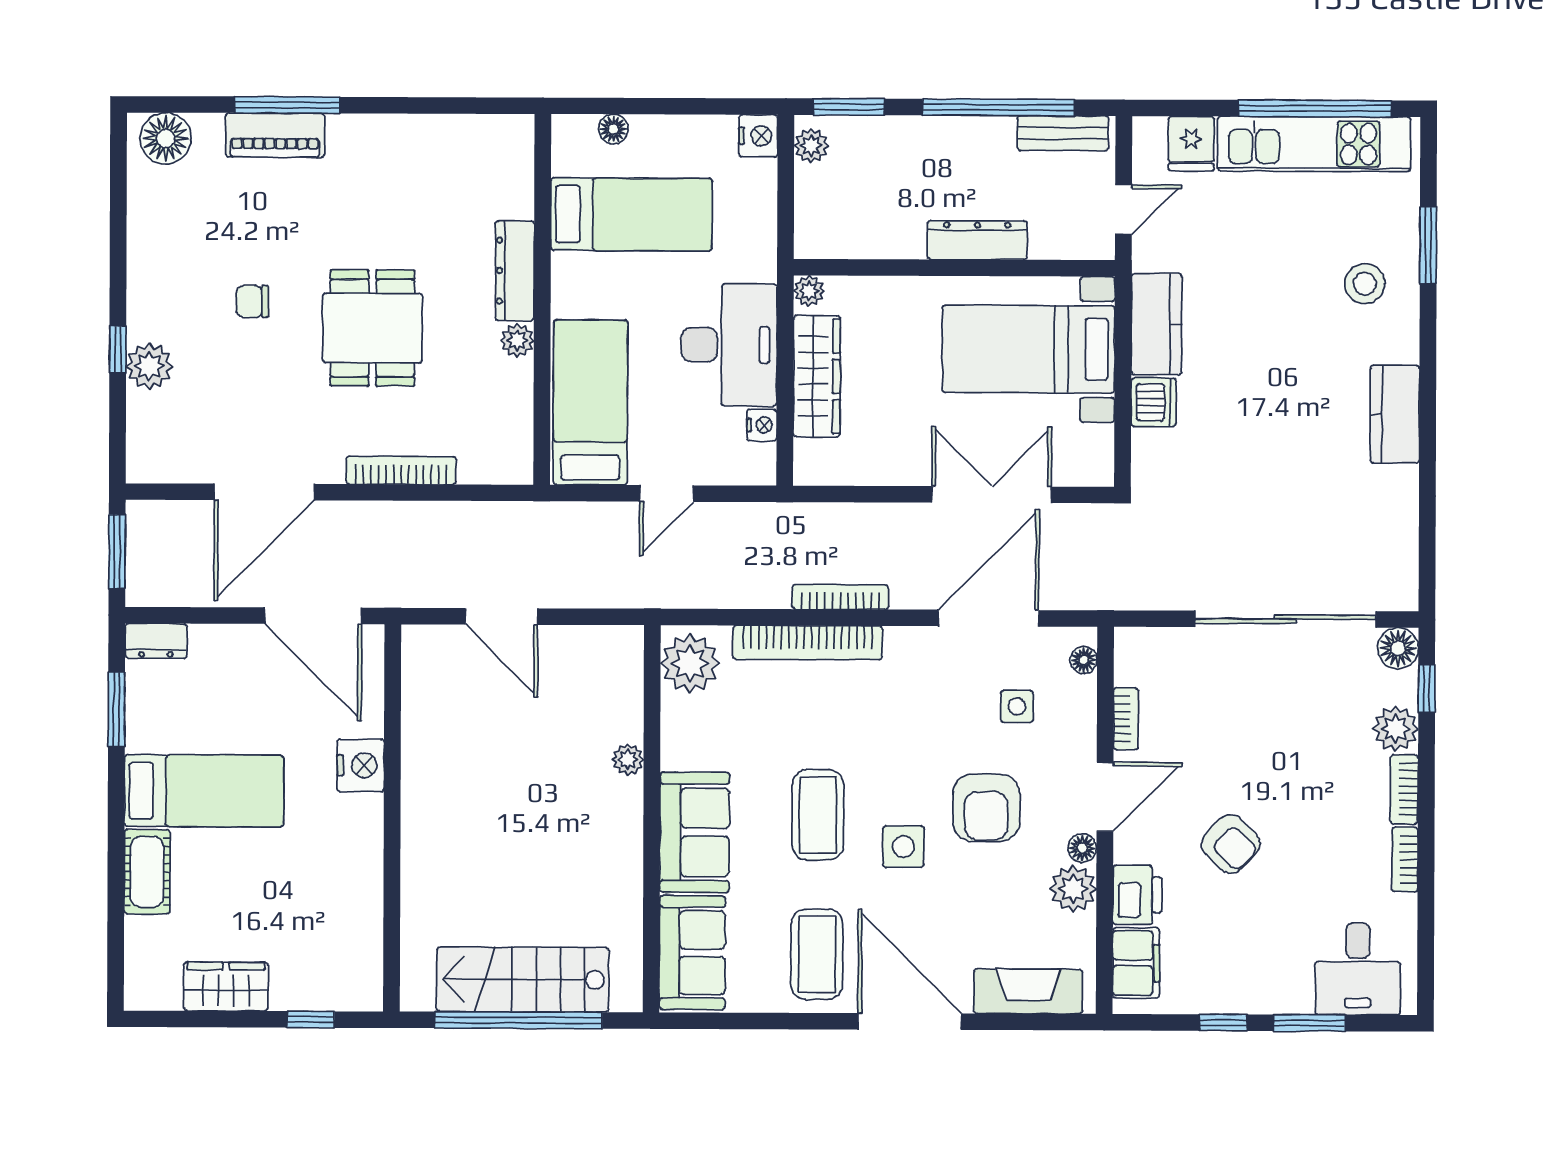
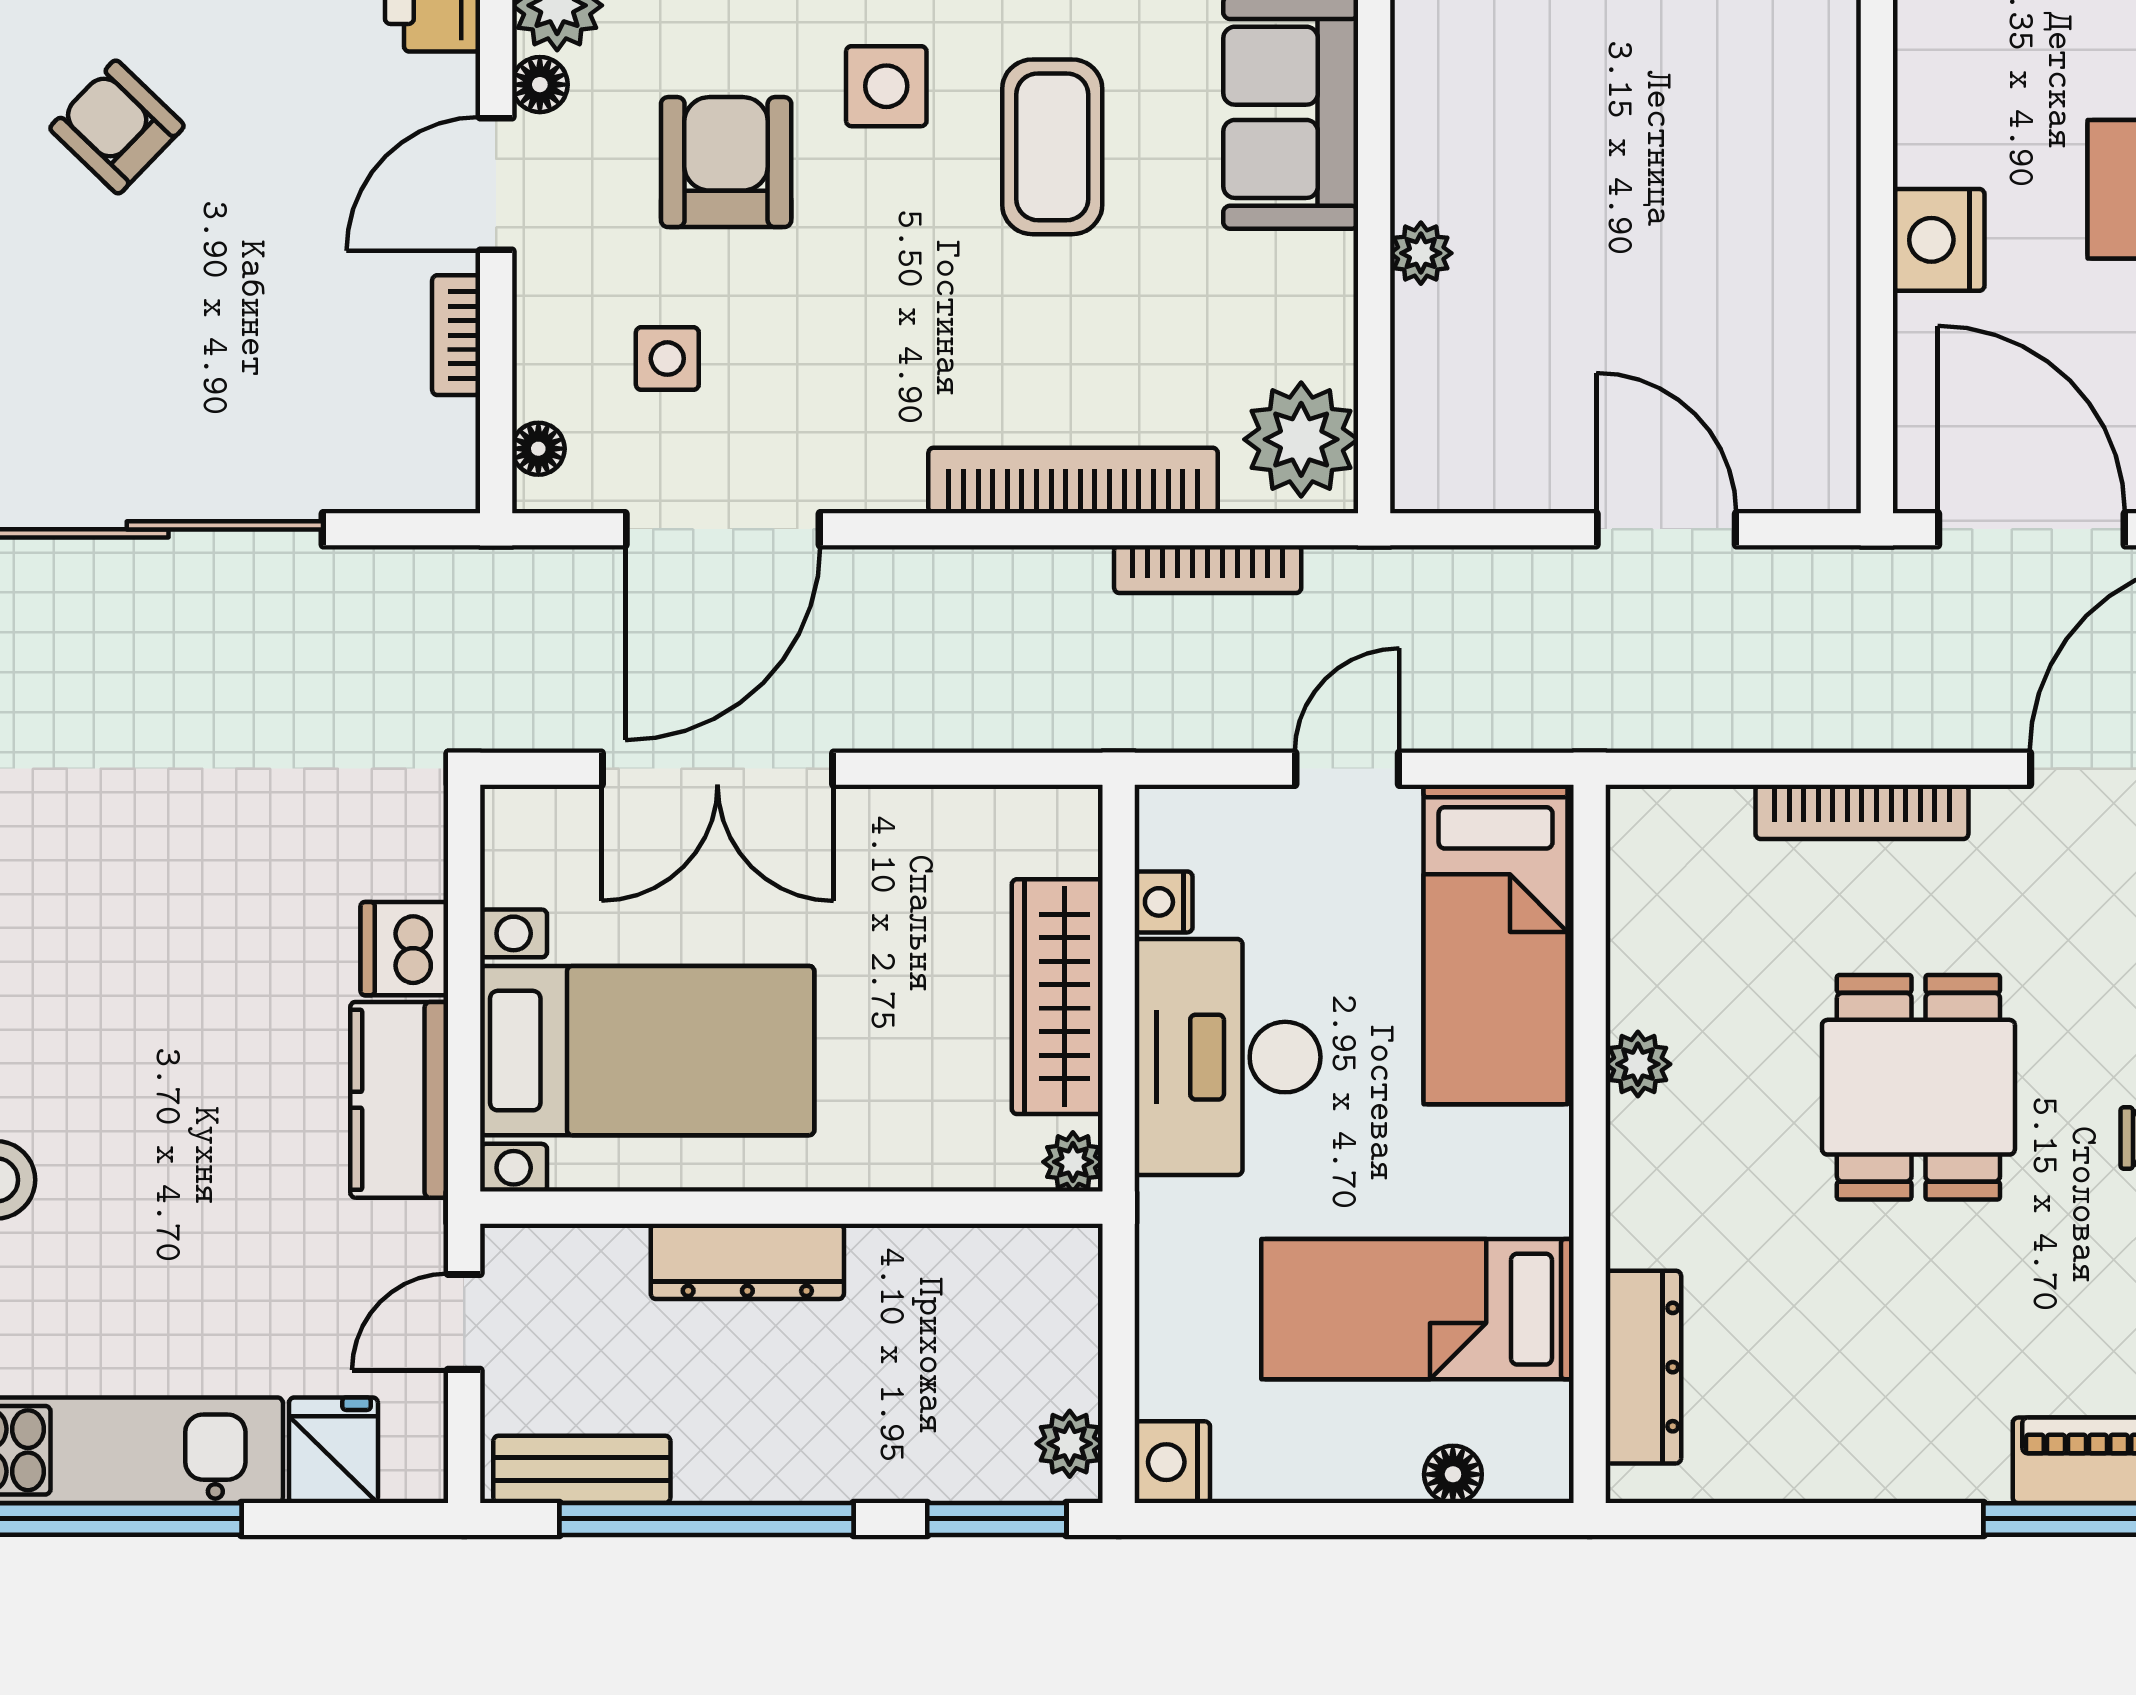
dresser: (515, 271) -> (1643, 1367), moved
bookcase: (840, 597) -> (1208, 569), moved
armchair: (1231, 844) -> (117, 127), moved

